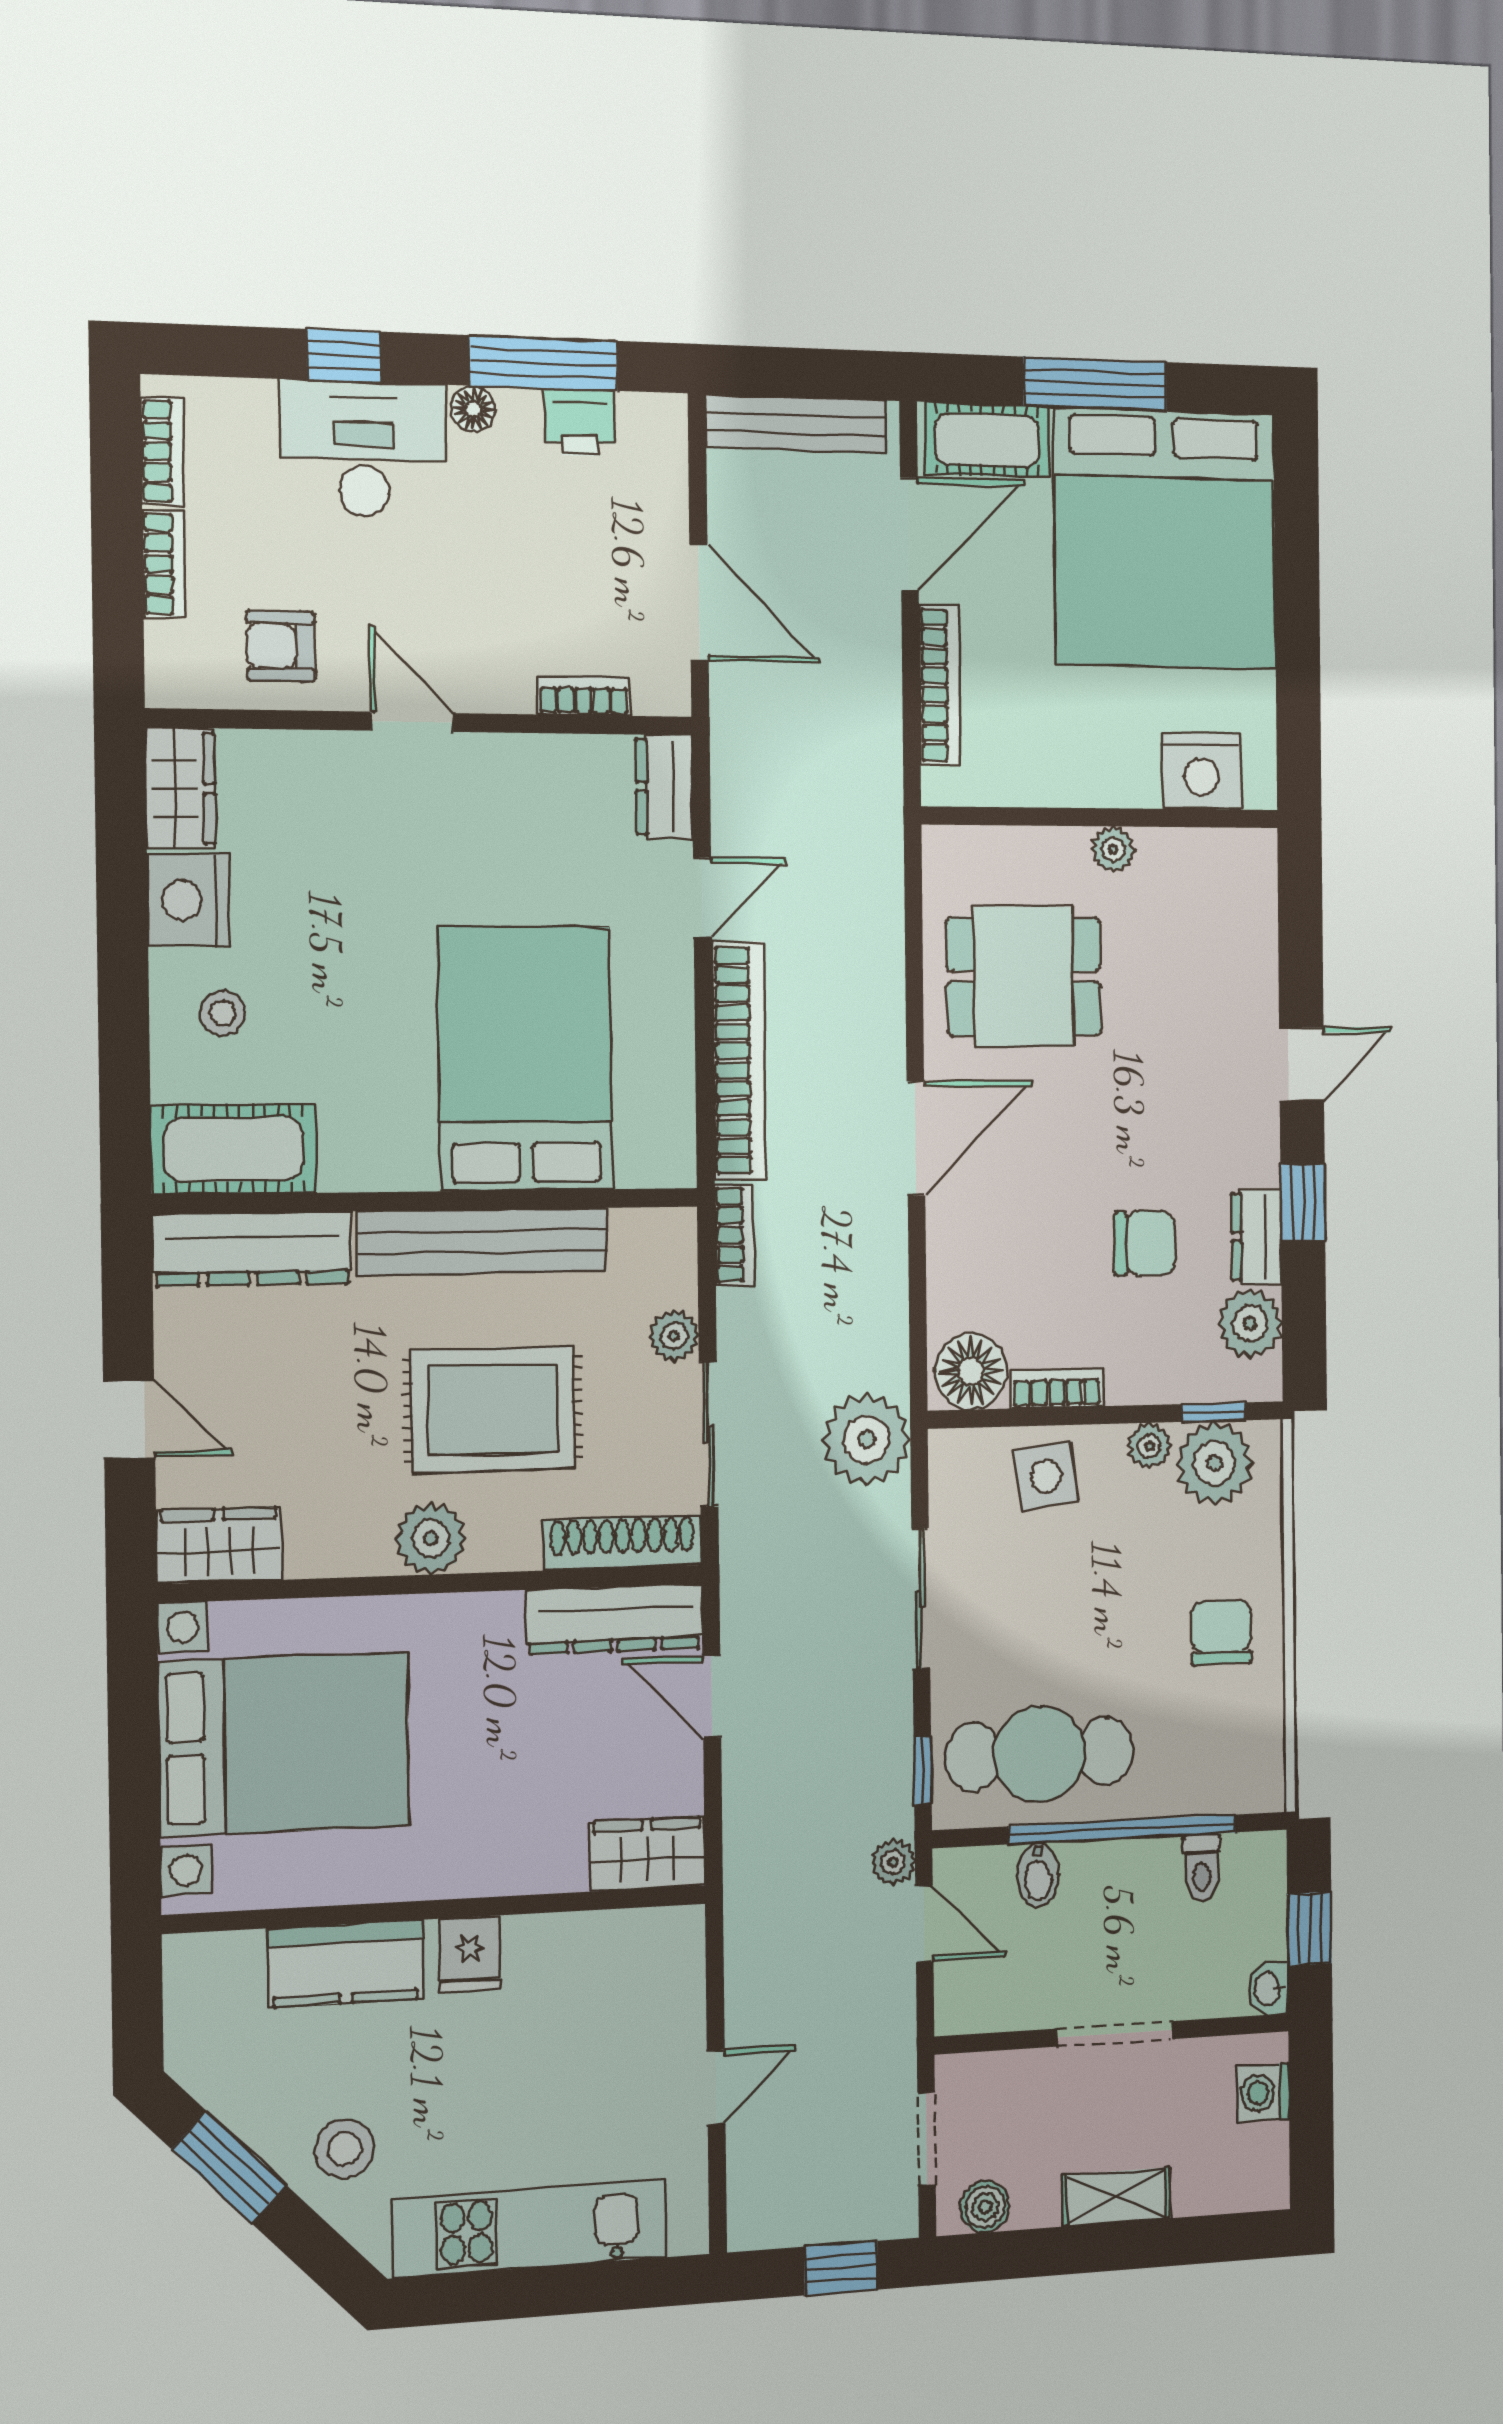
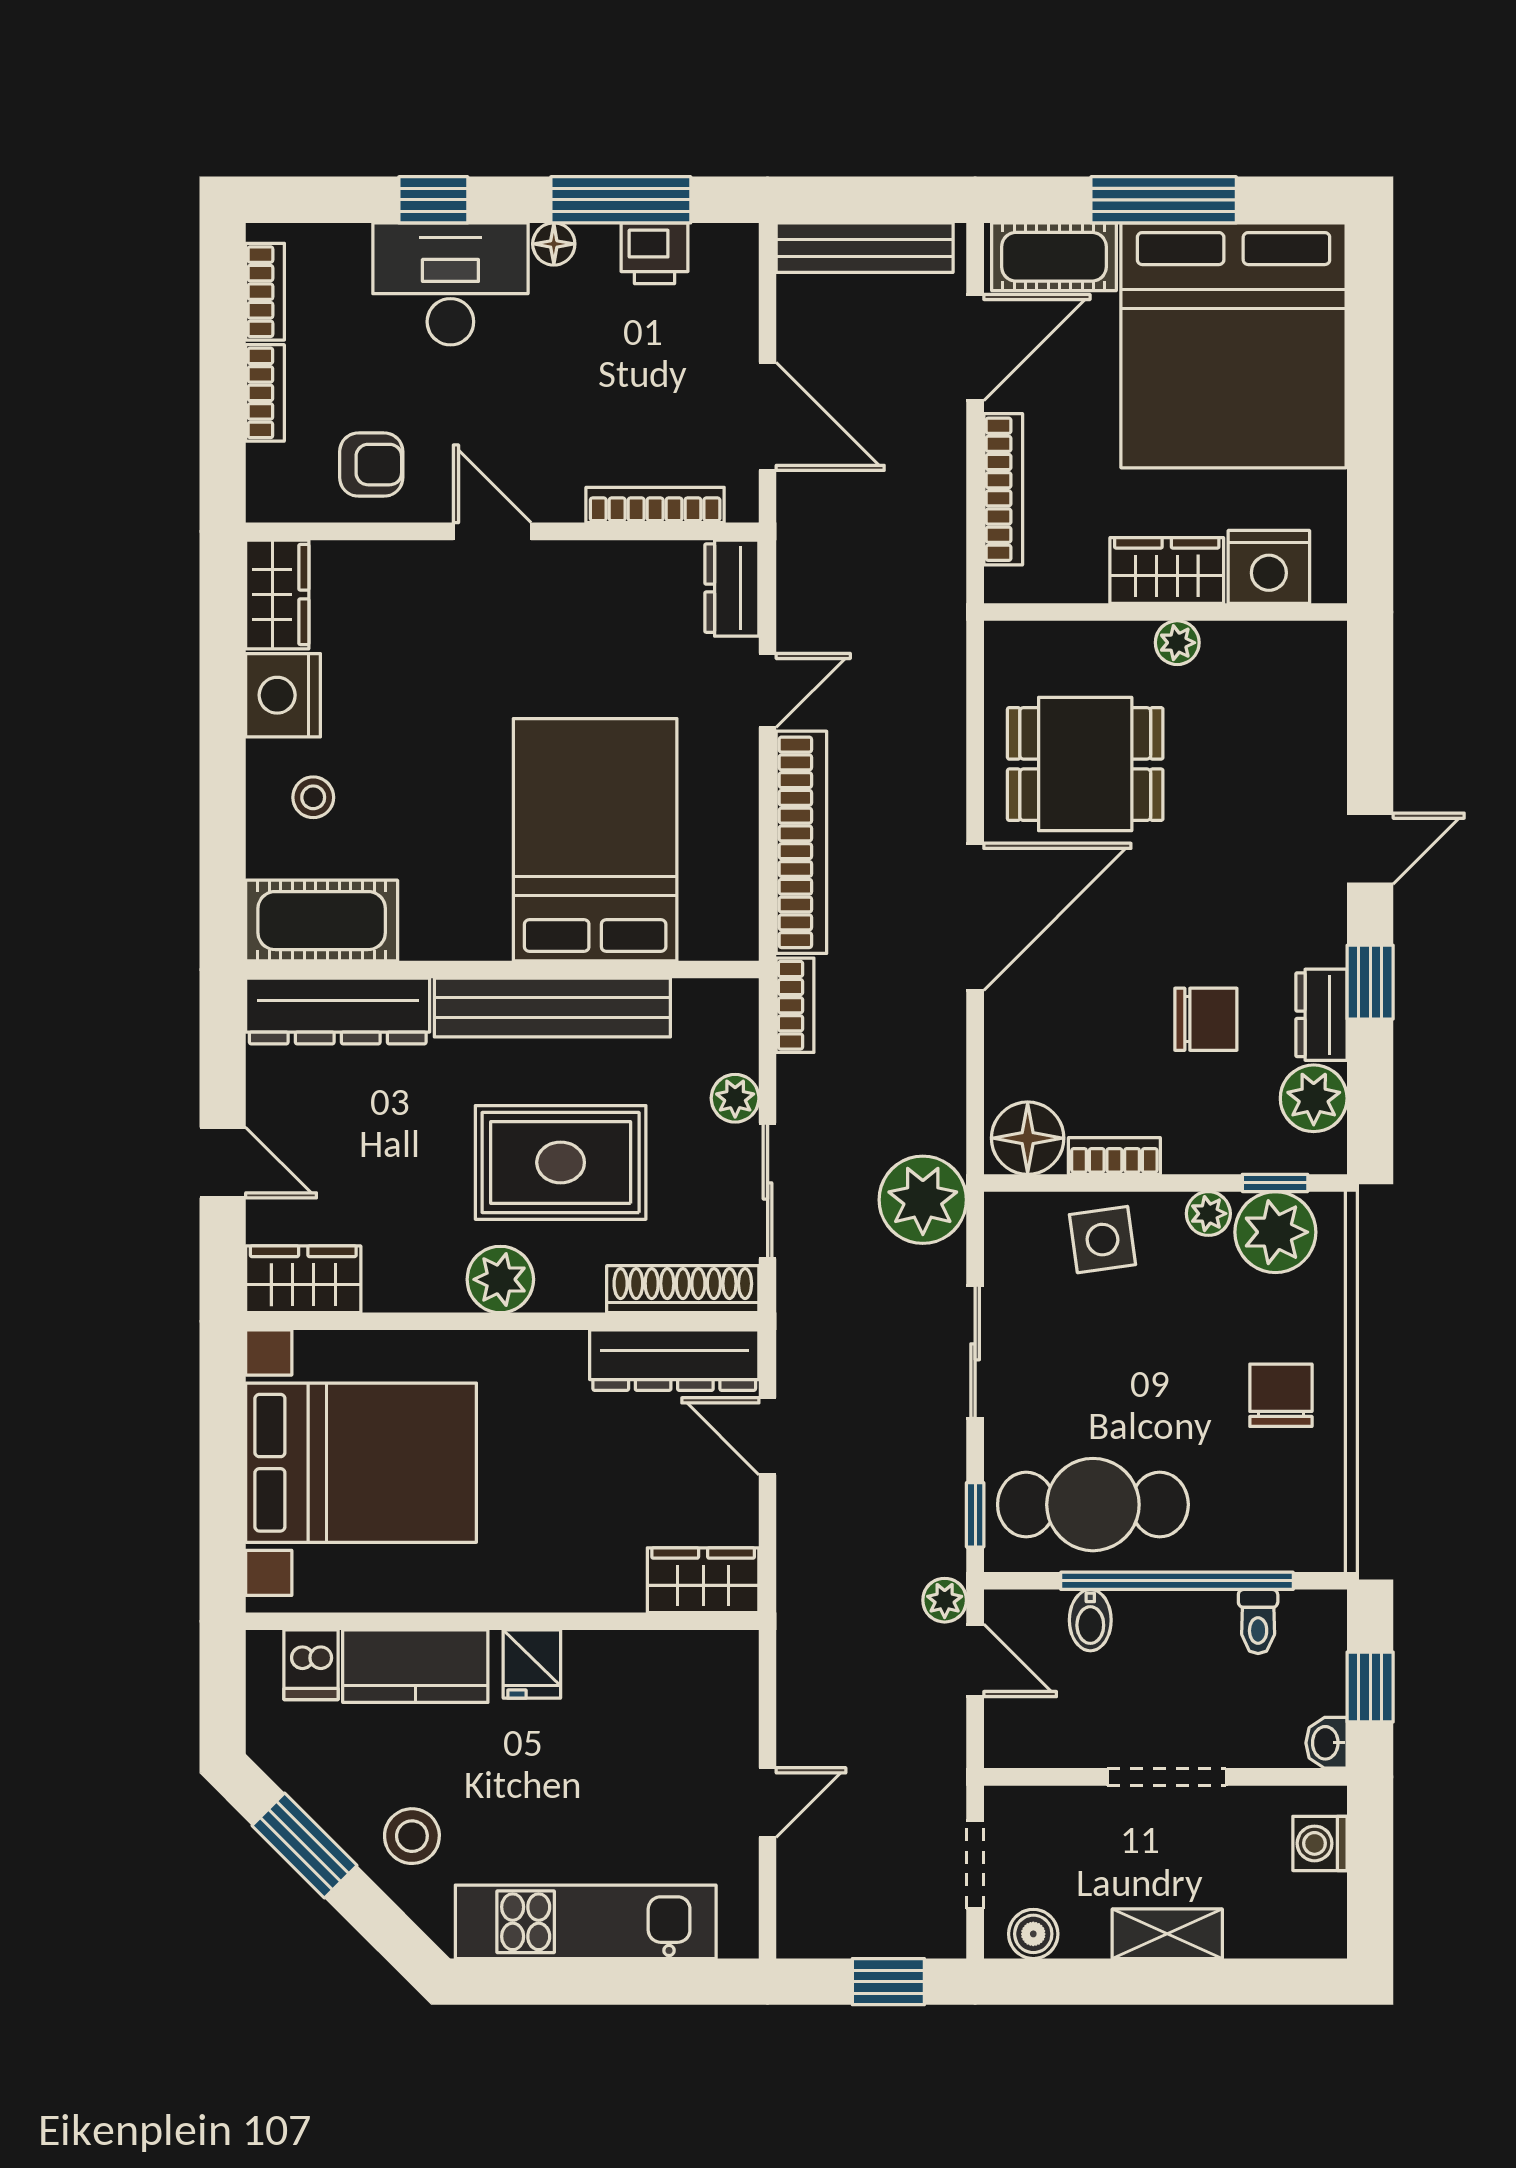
armchair: (281, 646) -> (371, 465), turned 180
bookcase: (583, 696) -> (655, 505), width x1.56
wardrobe: (1102, 774) -> (1167, 571), added
door: (916, 1138) -> (975, 917), width x1.36
dishwasher: (233, 1968) -> (311, 1665), added

